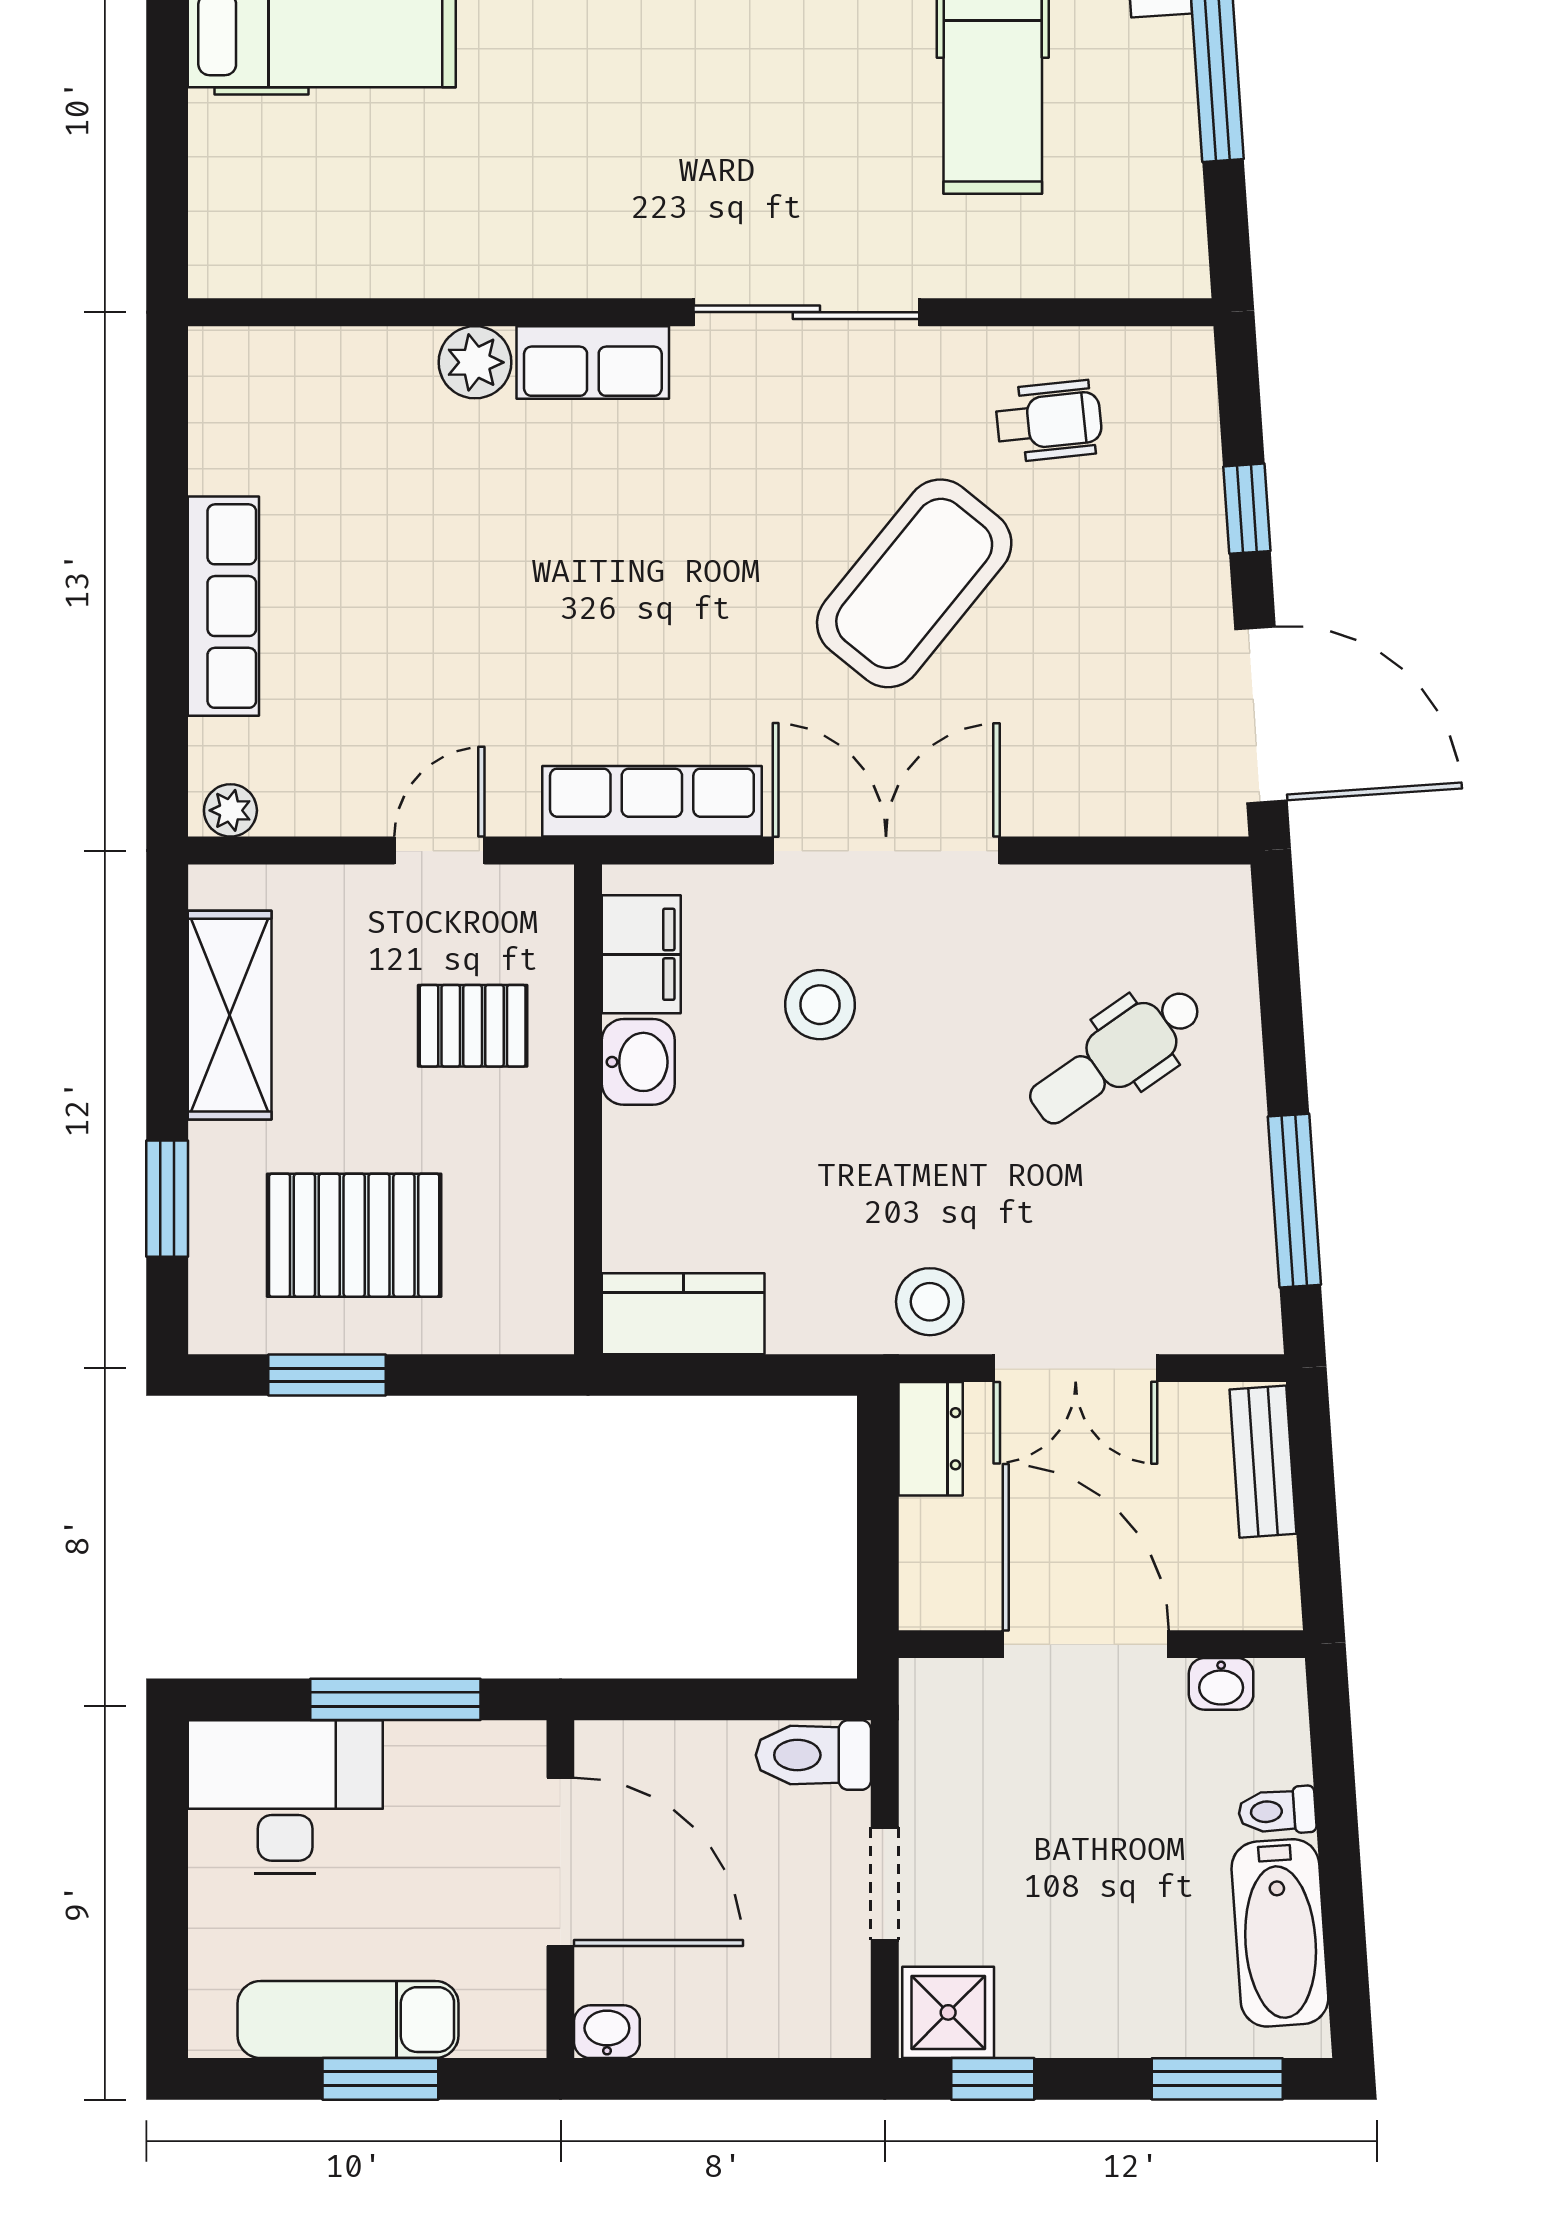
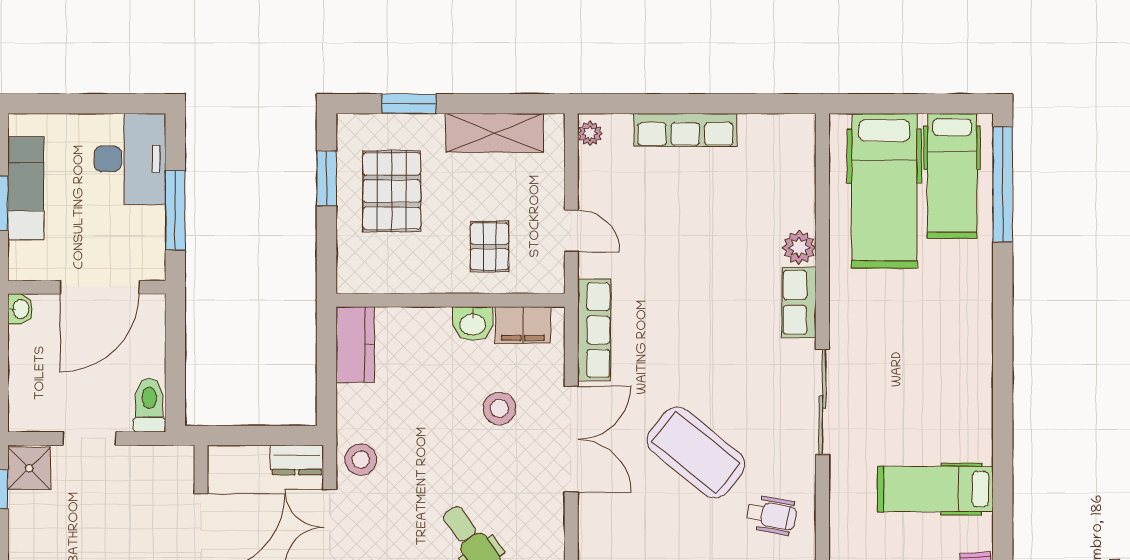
hospital bed: (354, 180) -> (884, 191), added
wheelchair: (1049, 421) -> (772, 515), turned -74

